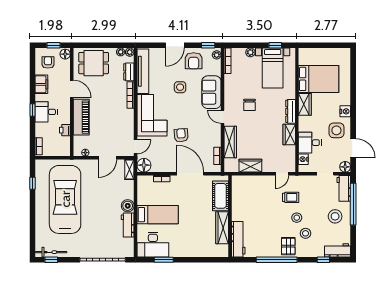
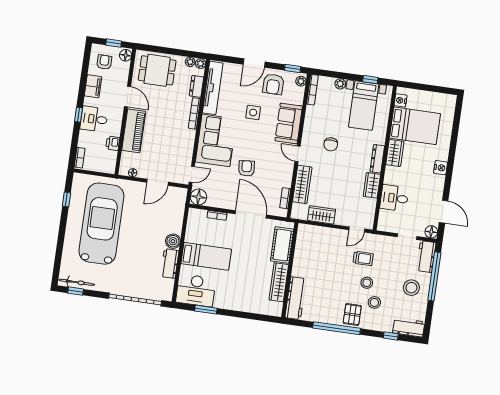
side table: (336, 130) -> (427, 188), removed
nightstand: (303, 159) -> (401, 100), moved
shelving: (129, 170) -> (181, 200), removed

